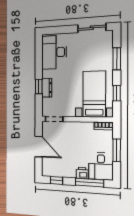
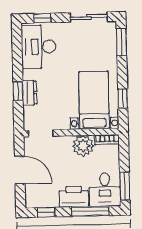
window: (57, 30) -> (42, 18), added
window: (117, 59) -> (121, 42), moved
plant: (85, 130) -> (83, 146), added
window: (117, 150) -> (125, 186), moved
printer: (82, 173) -> (74, 197), width x1.87, depth x1.48

